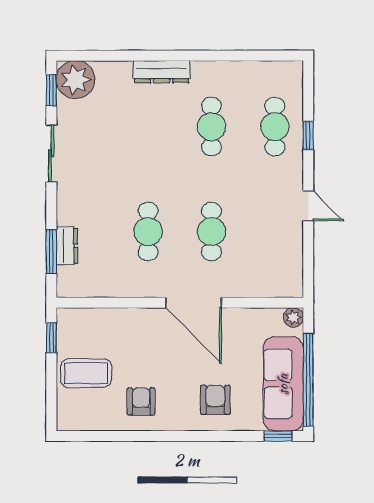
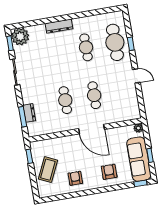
cafe table: (275, 127) -> (115, 42), width x1.37, depth x1.35
coffee table: (86, 373) -> (48, 170), turned -65
window: (308, 380) -> (150, 155), width x0.32

